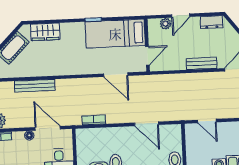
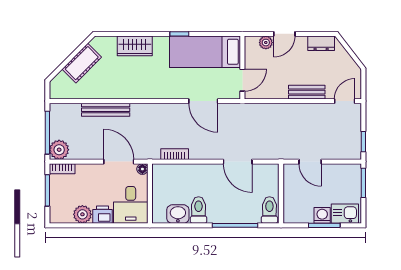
wardrobe: (45, 32) -> (135, 46), moved
floor lamp: (29, 135) -> (142, 169), moved

